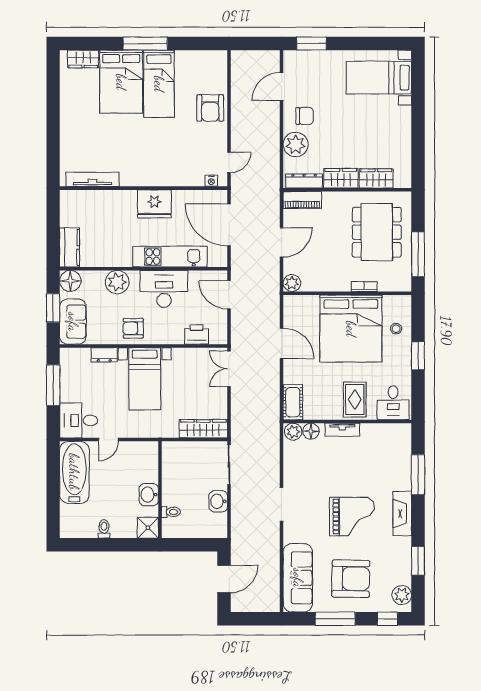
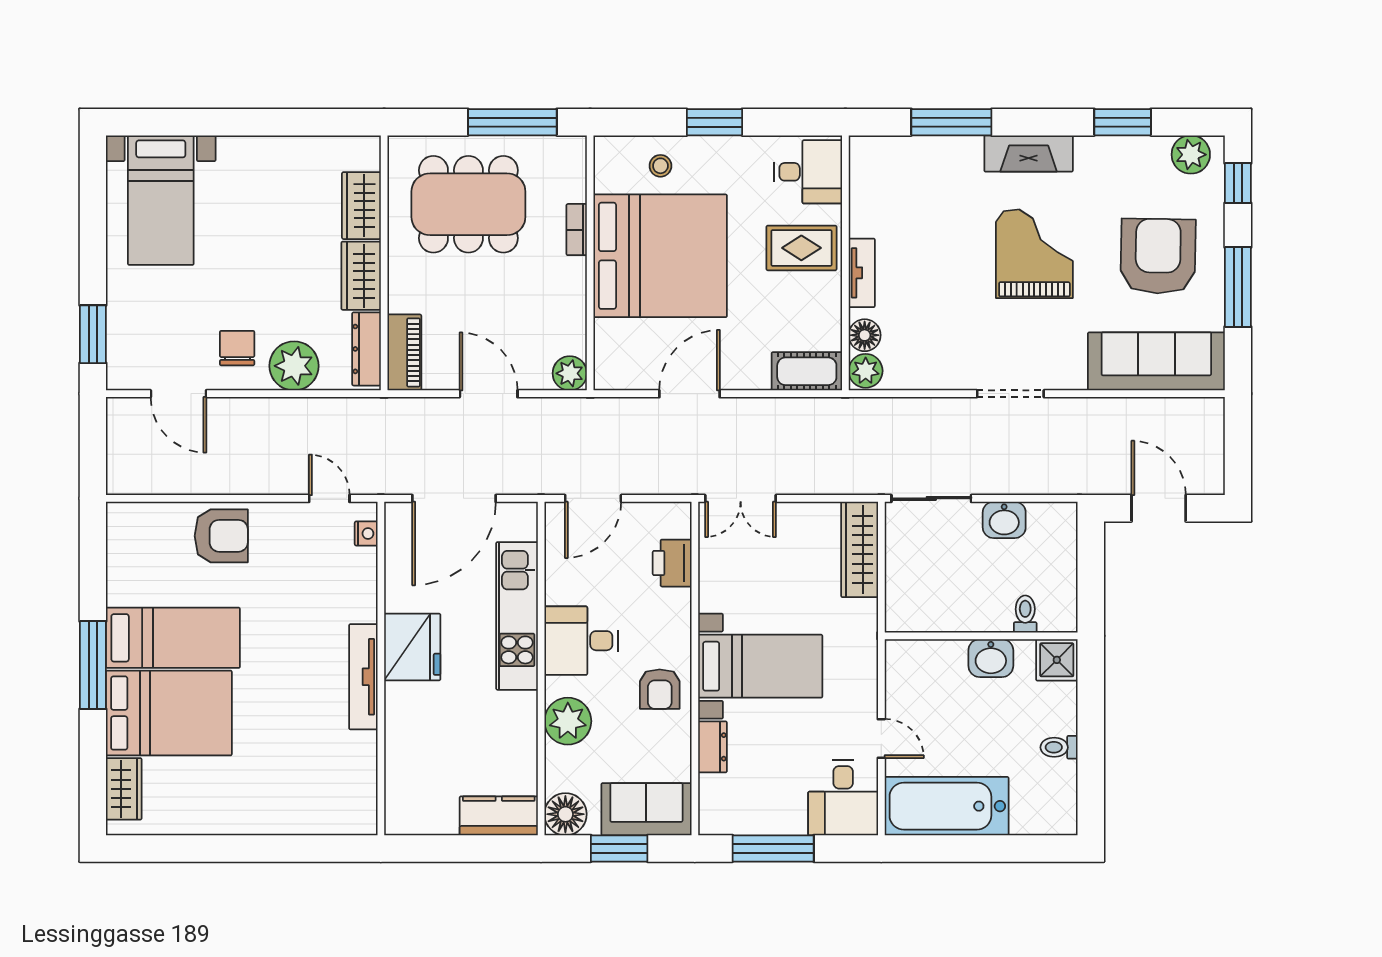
tv unit: (92, 179) -> (363, 677), moved
desk: (164, 289) -> (581, 641), width x0.73

